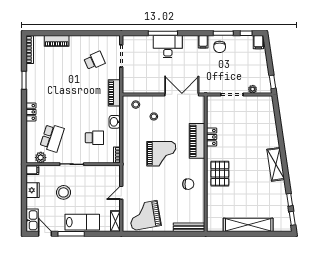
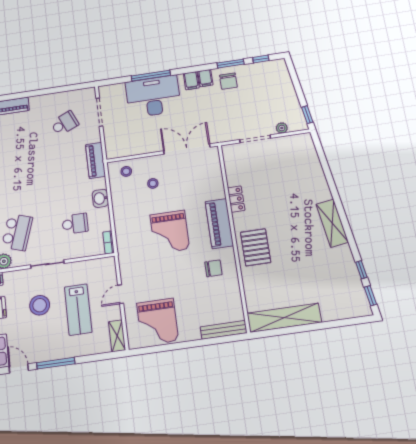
filing cabinet: (258, 42) -> (191, 81), moved
desk: (168, 47) -> (153, 96), width x1.36, depth x1.30
piano: (197, 141) -> (219, 224), moved
grand piano: (161, 154) -> (170, 232), turned 90
grand piano: (145, 216) -> (158, 322), turned -80
lab bench: (82, 222) -> (78, 310), moved, turned 90
shelving: (248, 225) -> (284, 318), moved

